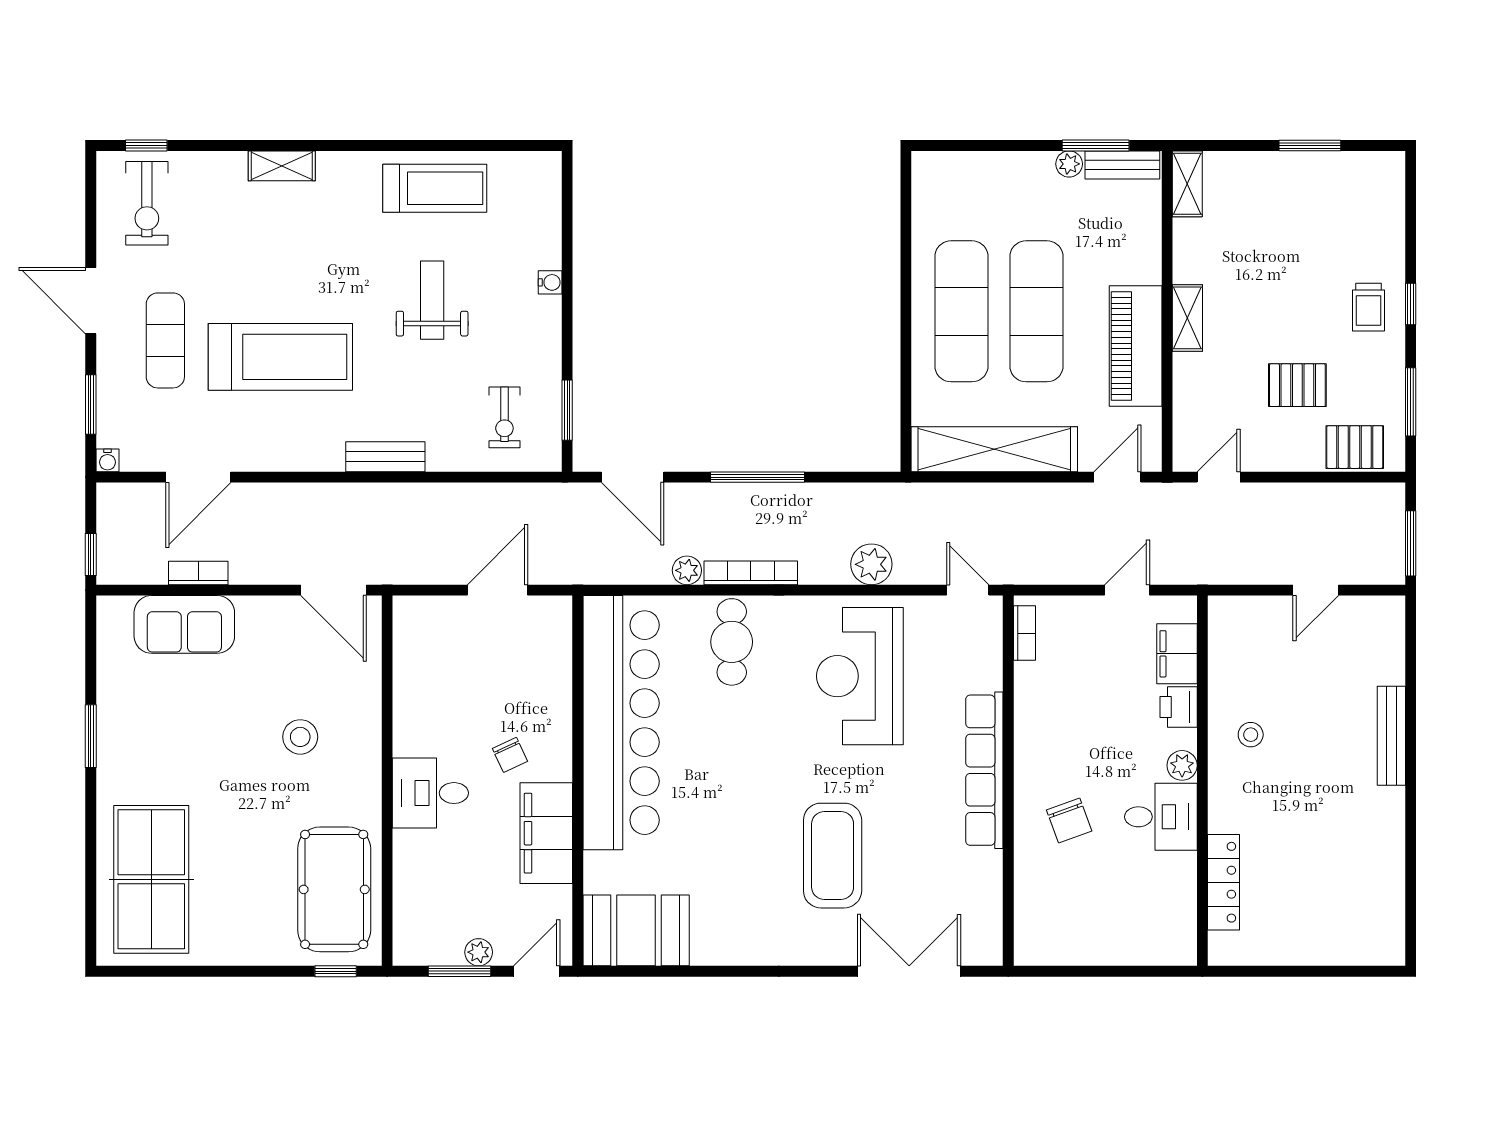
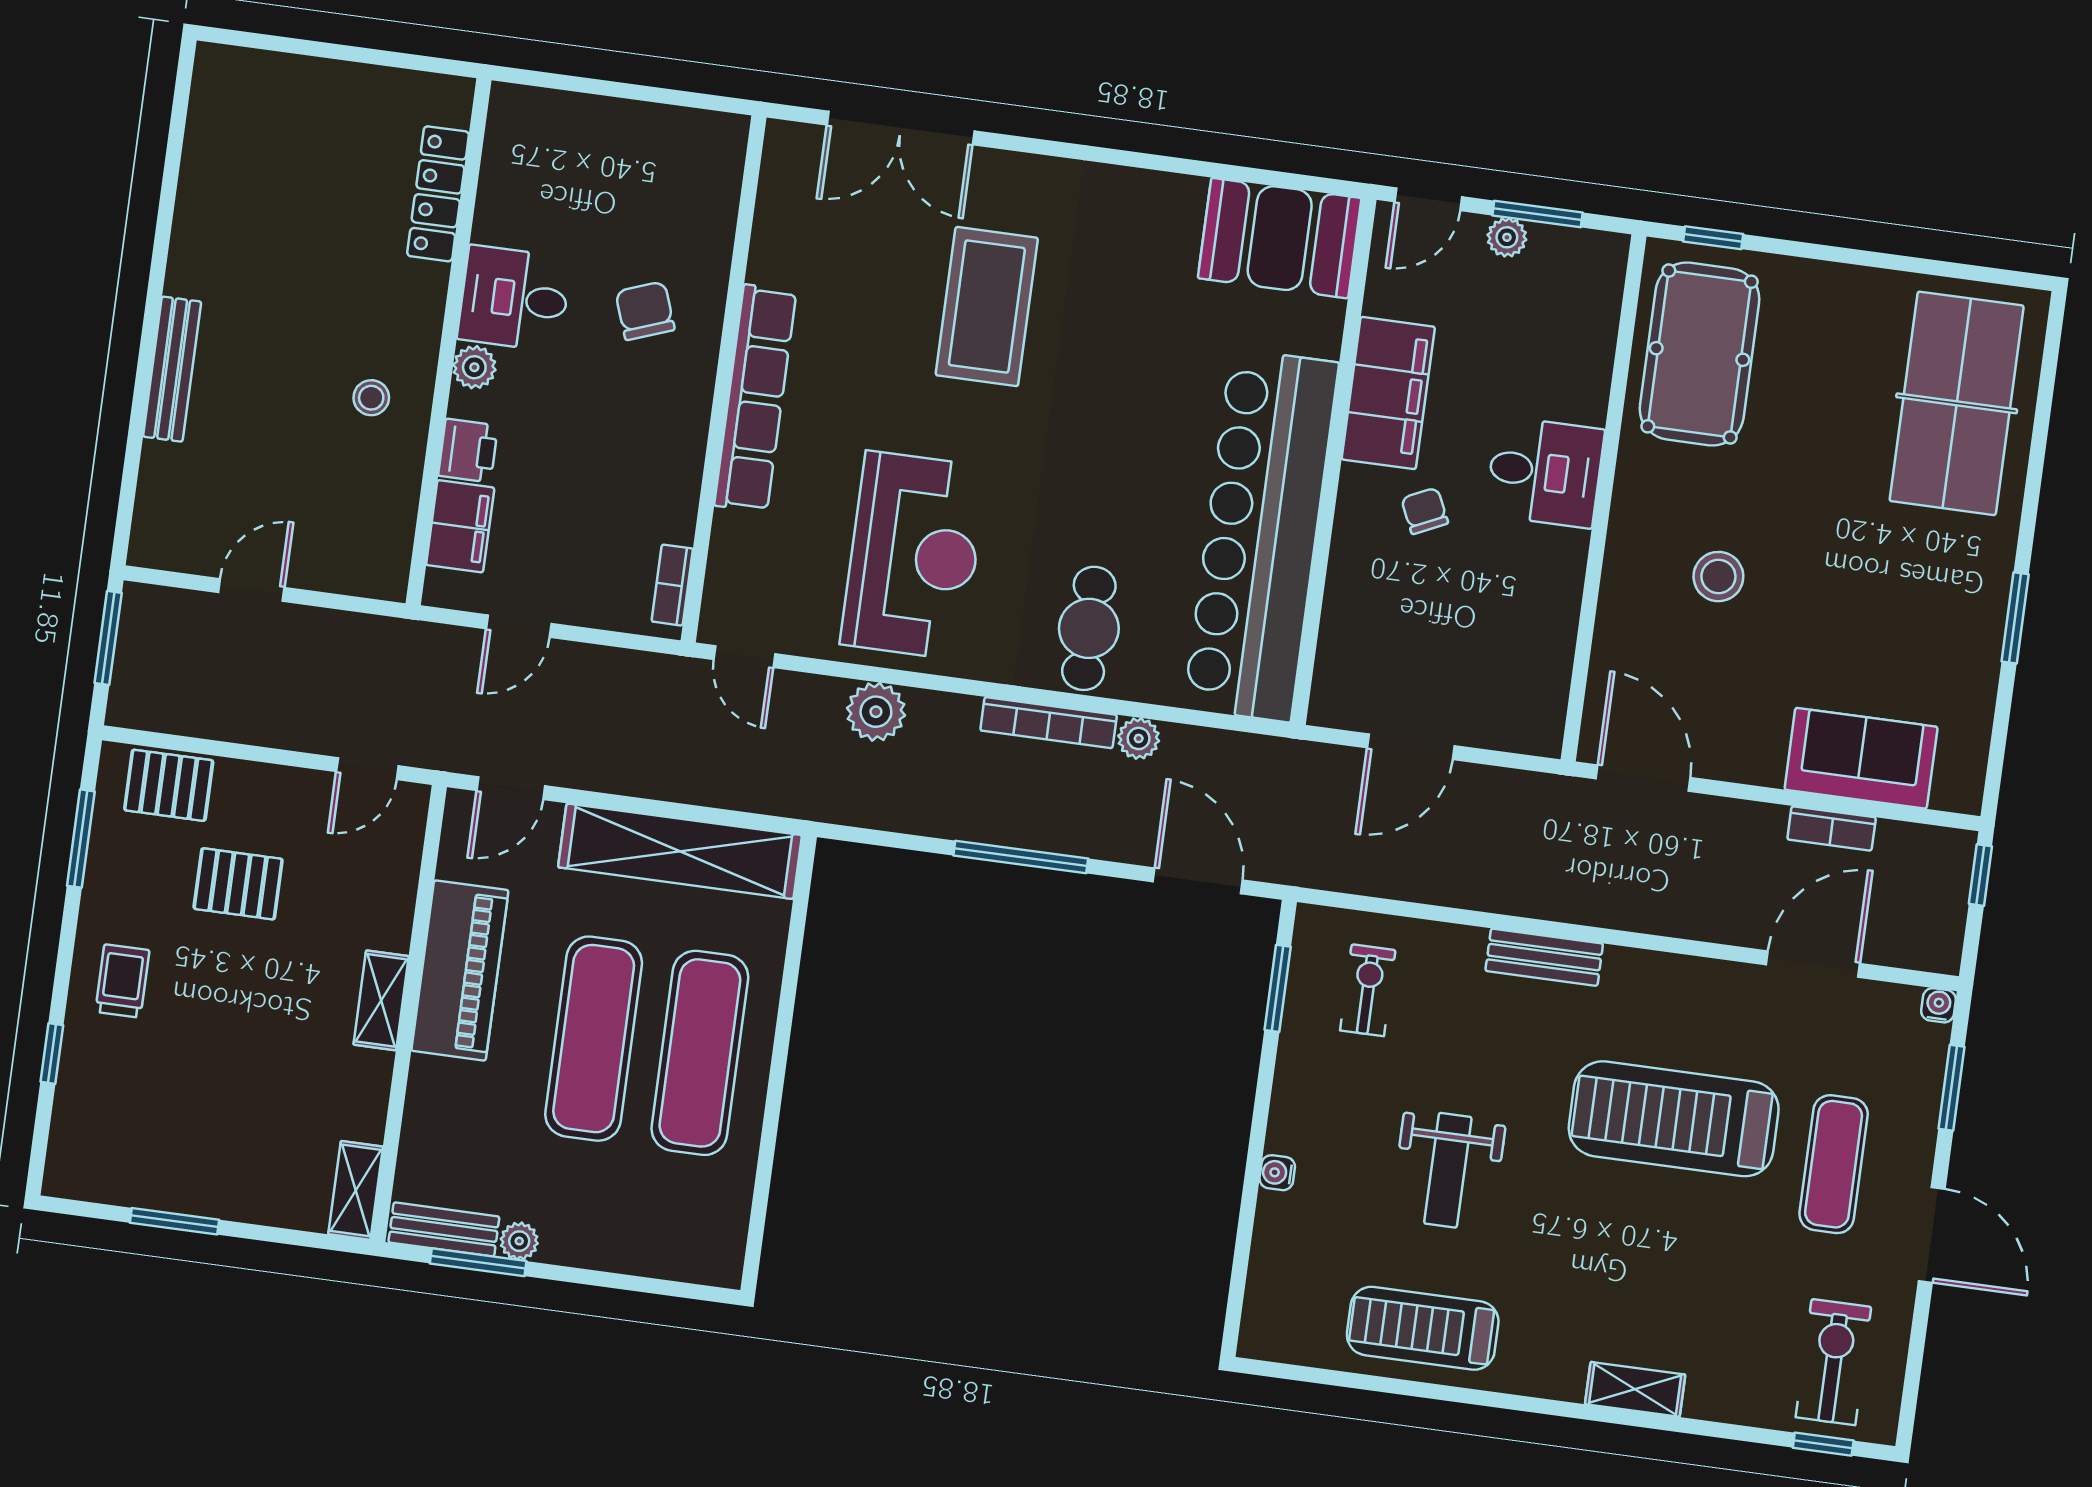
window: (1411, 304) -> (52, 1053), moved

